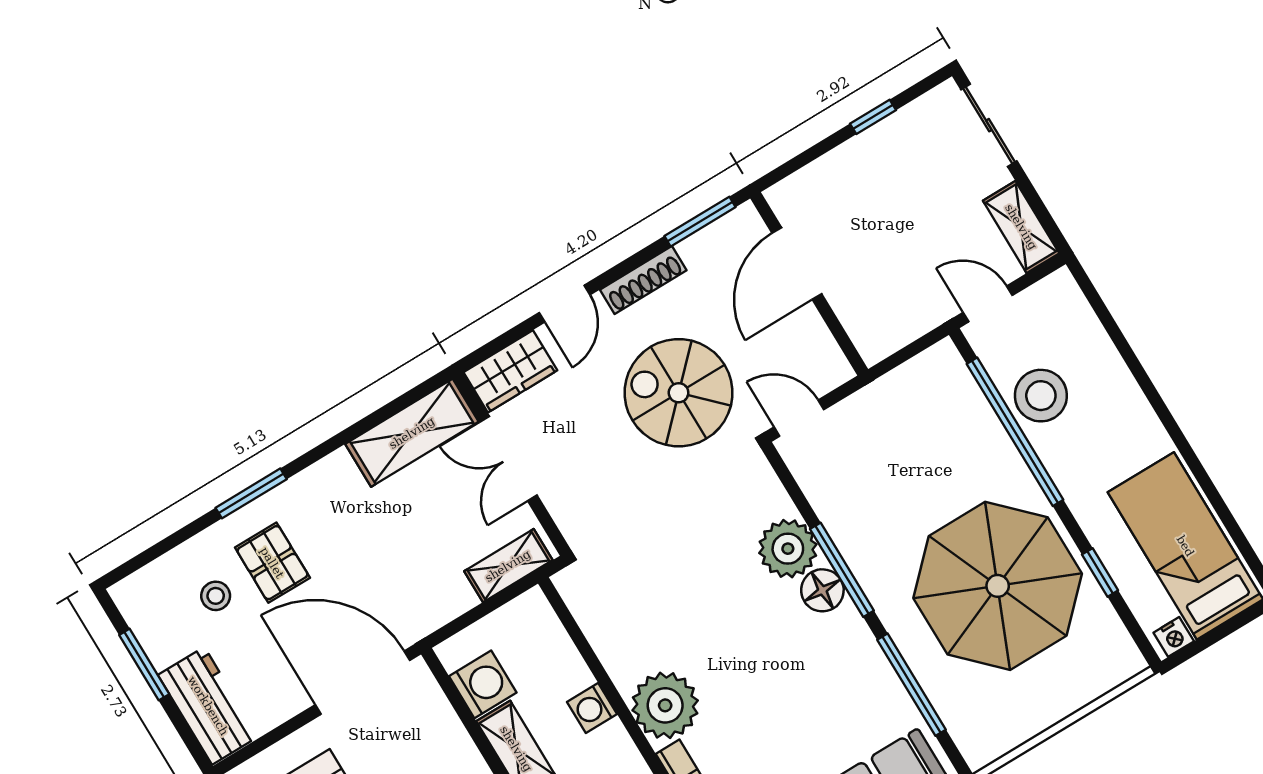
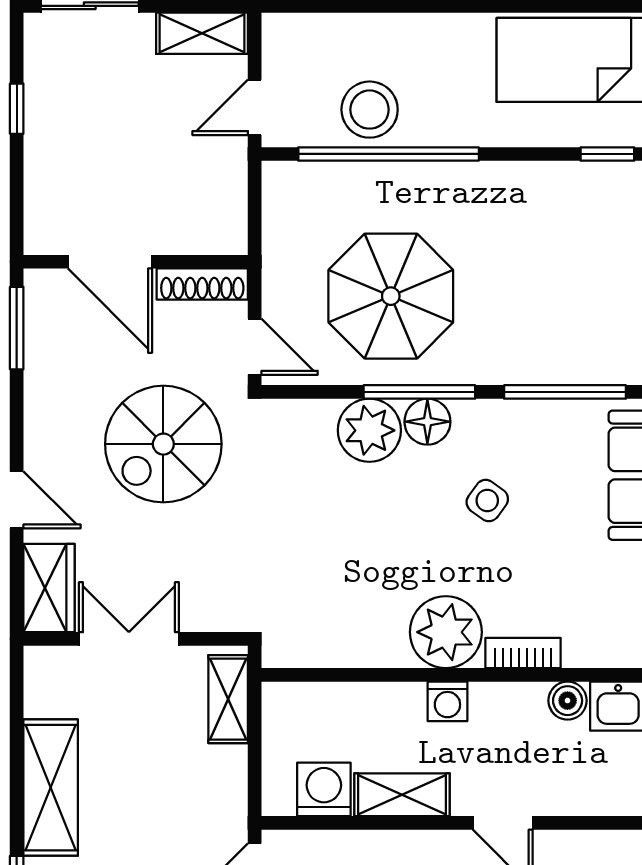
shoe rack: (643, 280) -> (202, 284), moved, turned 90
door: (799, 418) -> (255, 347), swing flipped
shelving: (412, 433) -> (51, 788), moved
double door: (508, 459) -> (129, 639), swing flipped
window: (1100, 572) -> (607, 154), moved
parasol: (998, 586) -> (391, 296), moved, width x0.73, depth x0.73
side table: (789, 675) -> (487, 501), added
washing machine: (592, 708) -> (447, 701), moved

